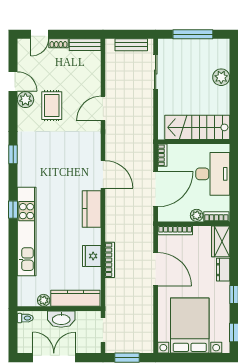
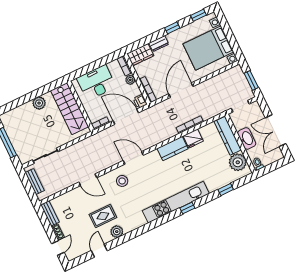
door: (40, 34) -> (58, 248), hinge flipped
plant: (221, 77) -> (39, 103), moved
plant: (25, 100) -> (117, 232), moved
stool: (82, 148) -> (122, 181), added
window: (13, 154) -> (226, 190), moved
door: (103, 174) -> (133, 158), hinge flipped
kitchen counter: (92, 209) -> (172, 149), moved
printer: (166, 215) -> (140, 101), added
kitchen unit: (27, 232) -> (176, 202), moved
plant: (44, 300) -> (238, 162), width x1.88, depth x1.88

